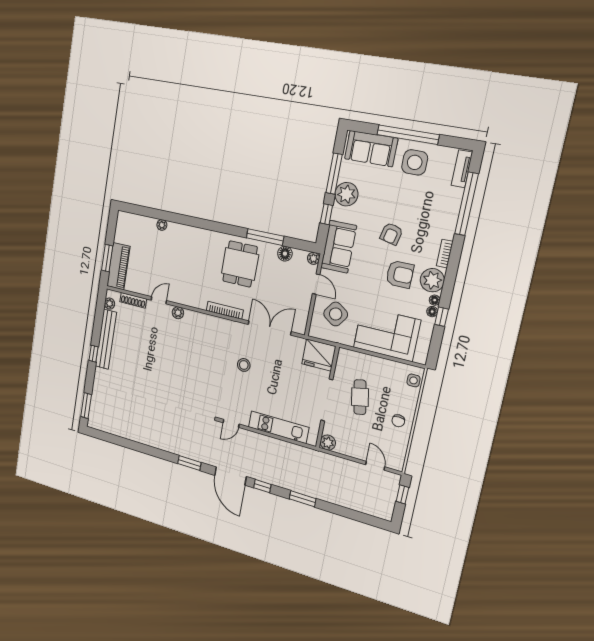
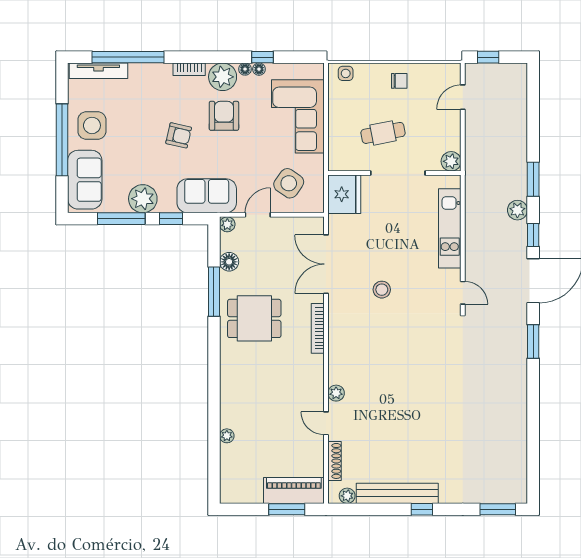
tv unit: (462, 169) -> (98, 71), width x1.41
plant: (282, 480) -> (517, 210), added

